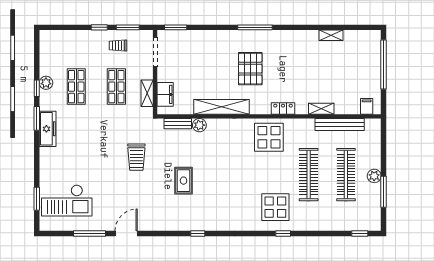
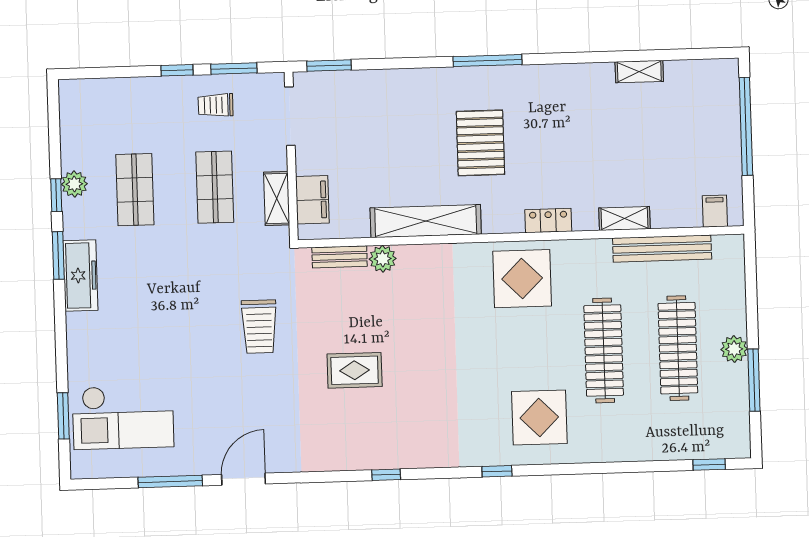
rug: (184, 181) -> (355, 370), turned 90
window: (283, 233) -> (497, 471), moved

